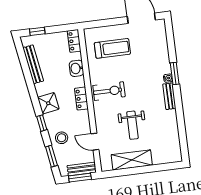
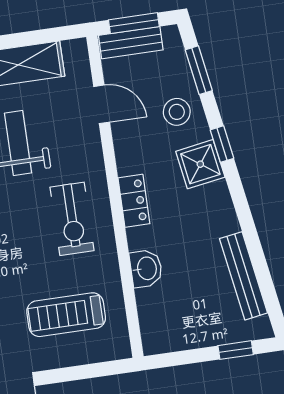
locker: (74, 41) -> (152, 330), removed
exercise bike: (109, 91) -> (72, 219), turned -90
shower: (48, 103) -> (200, 164), moved

